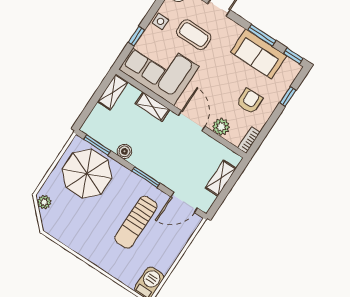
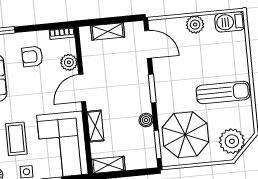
plant: (44, 202) -> (232, 141), width x1.87, depth x1.87
sun lounger: (136, 222) -> (223, 92), moved
plant: (169, 253) -> (195, 25), added

